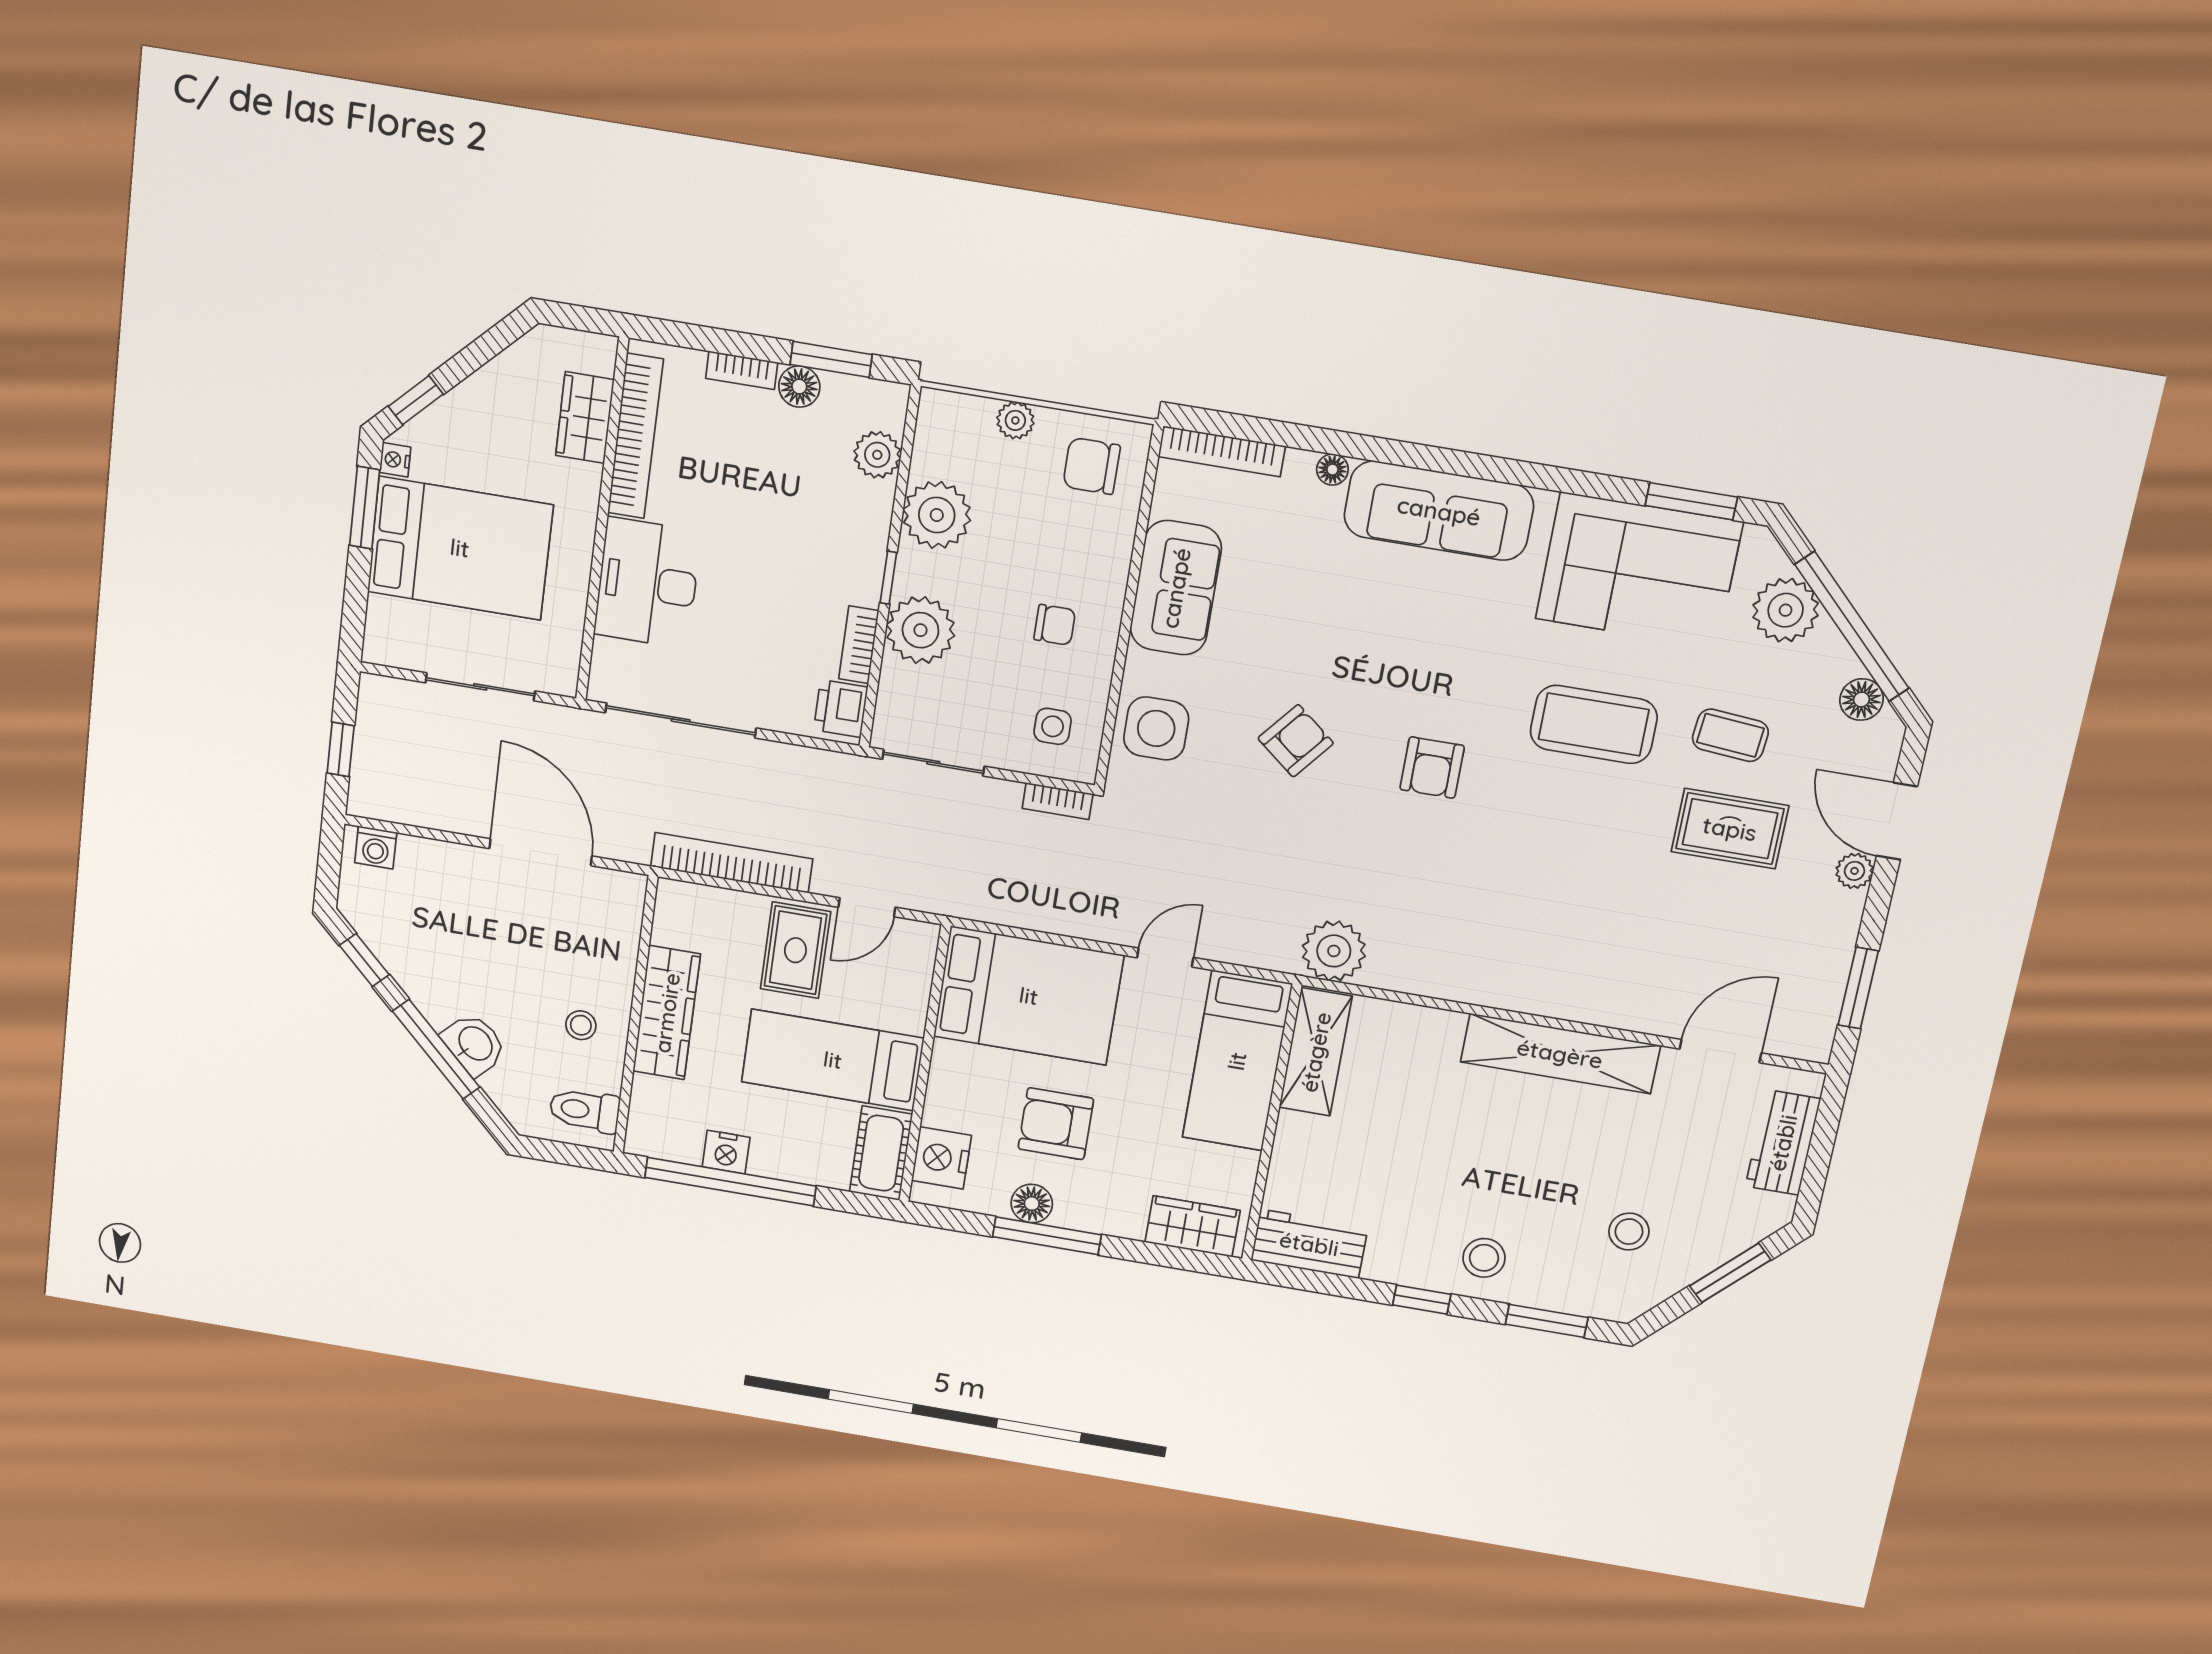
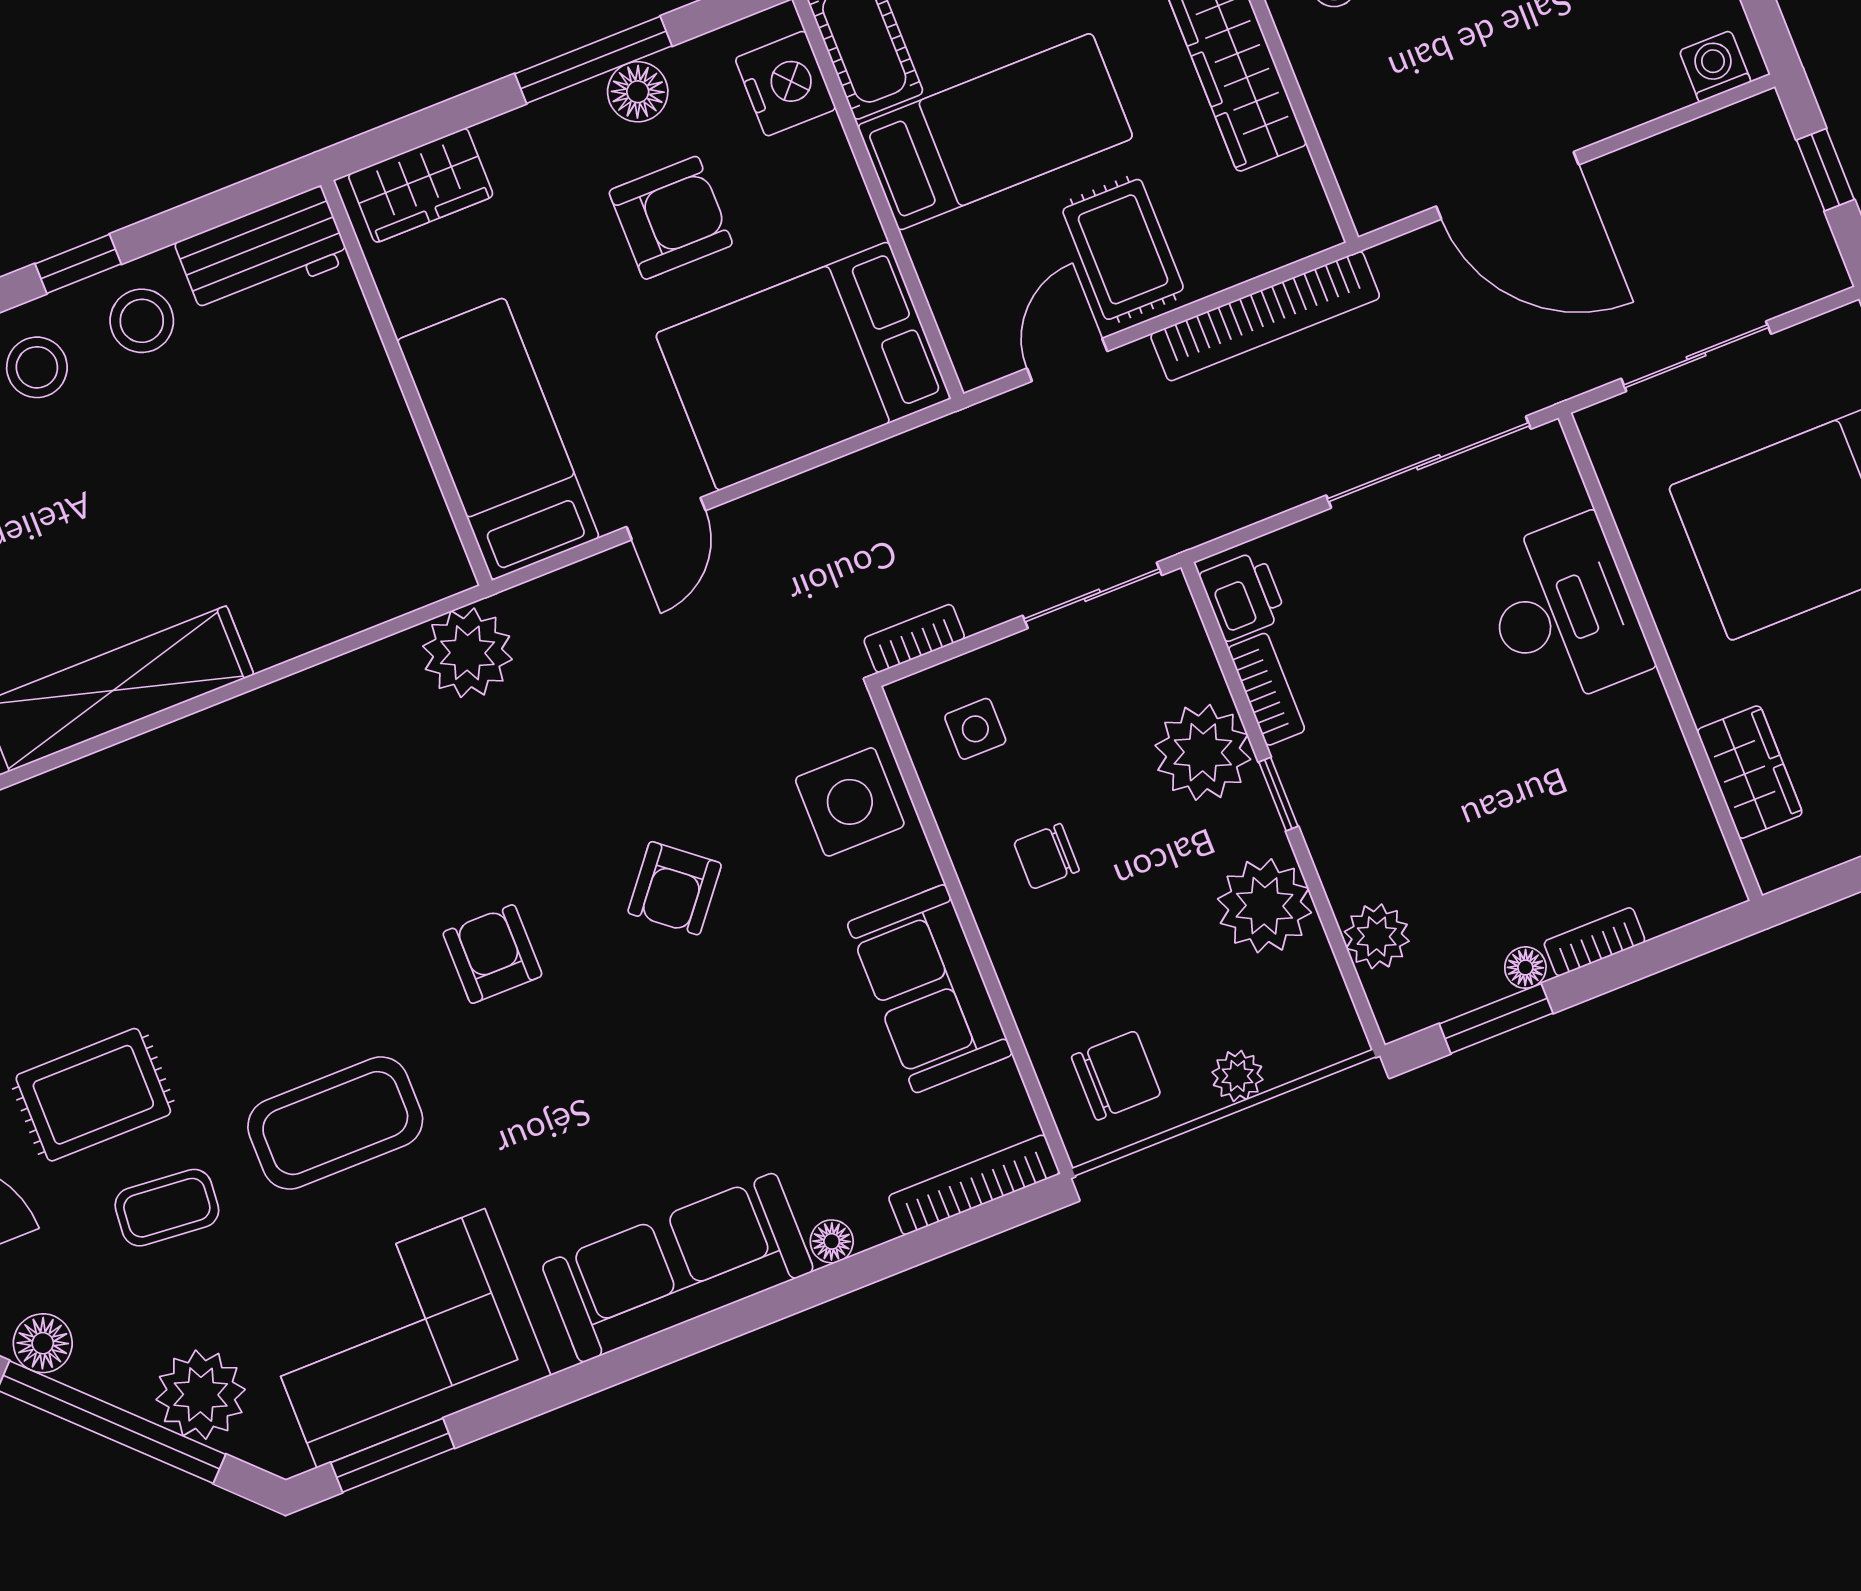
floor lamp: (799, 387) -> (1525, 968), width x0.73, depth x0.73
bookcase: (635, 436) -> (1677, 786), removed
shelving: (1316, 1052) -> (410, 509), removed
stool: (1405, 1247) -> (142, 321), added

